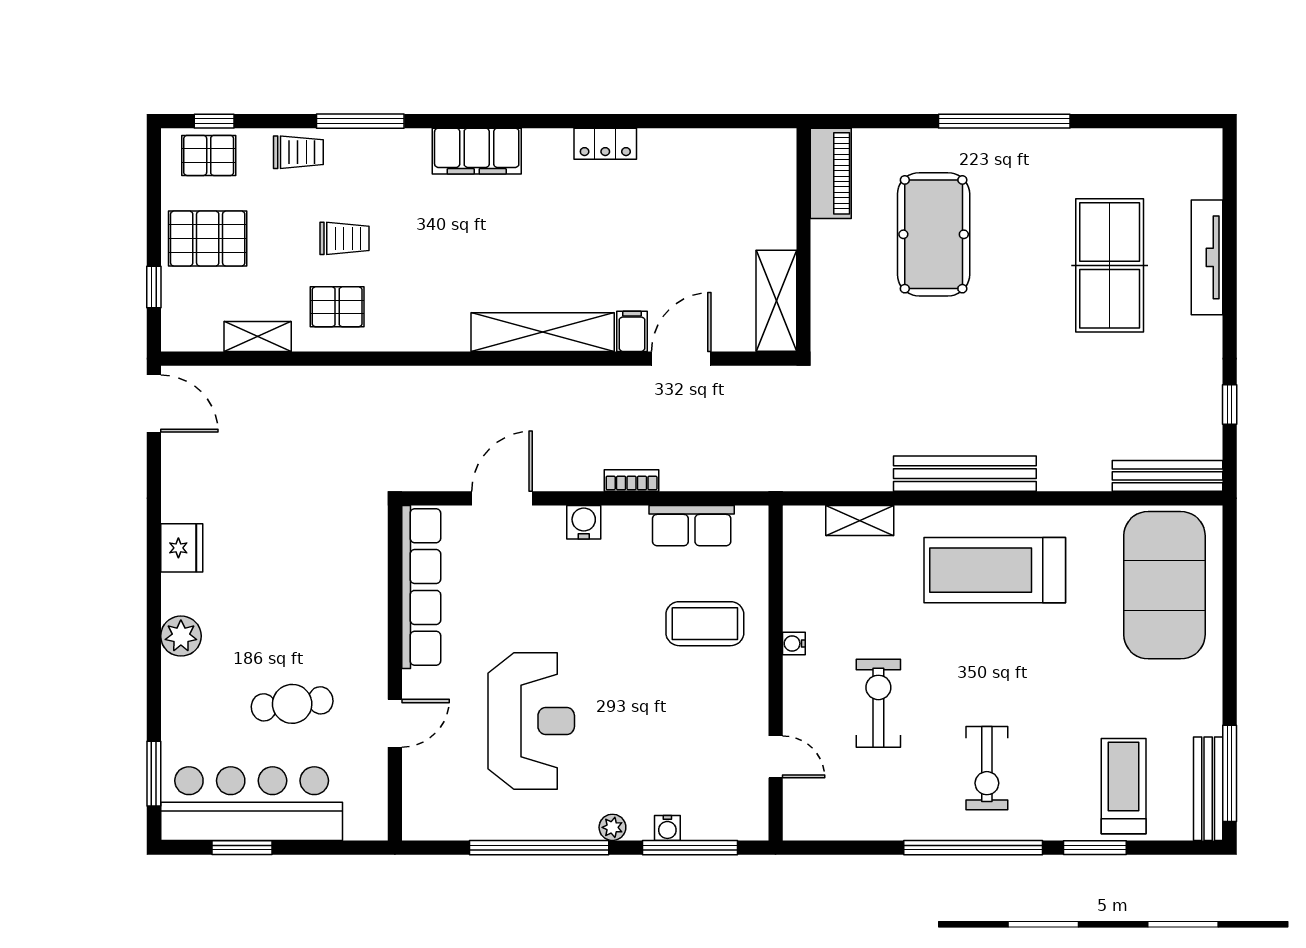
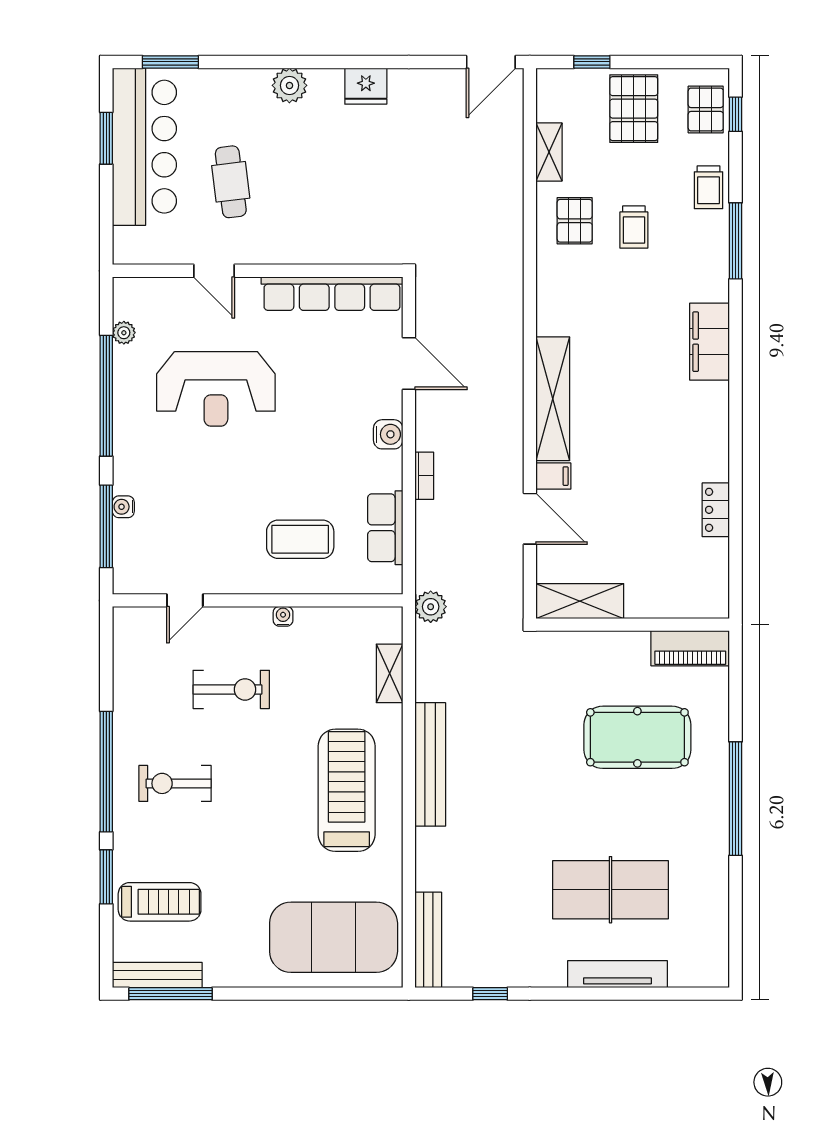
locker: (605, 144) -> (716, 510), moved
plant: (783, 473) -> (431, 607), added
coffee table: (705, 624) -> (300, 539), turned 90
plant: (612, 827) -> (124, 333), moved

